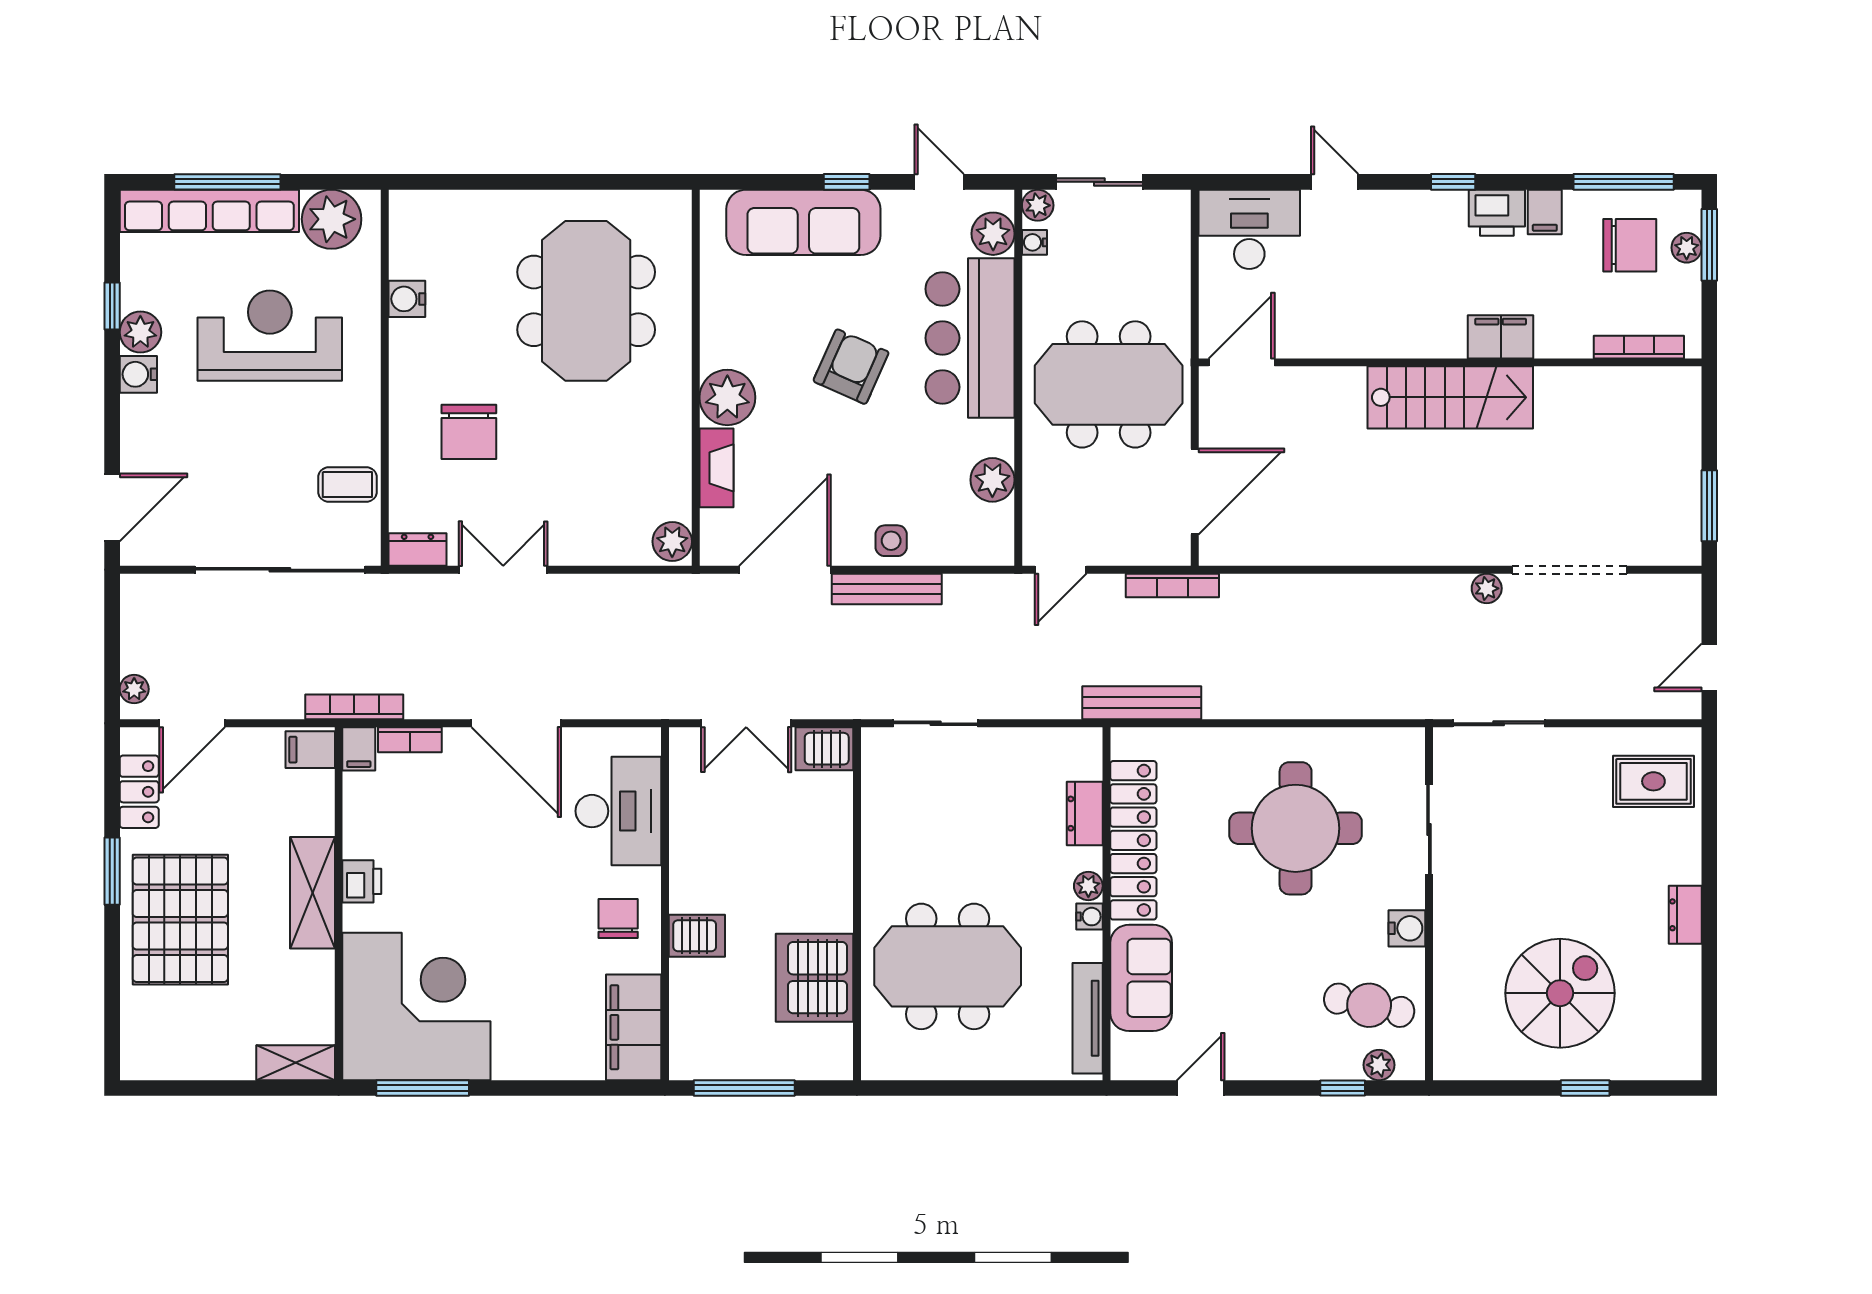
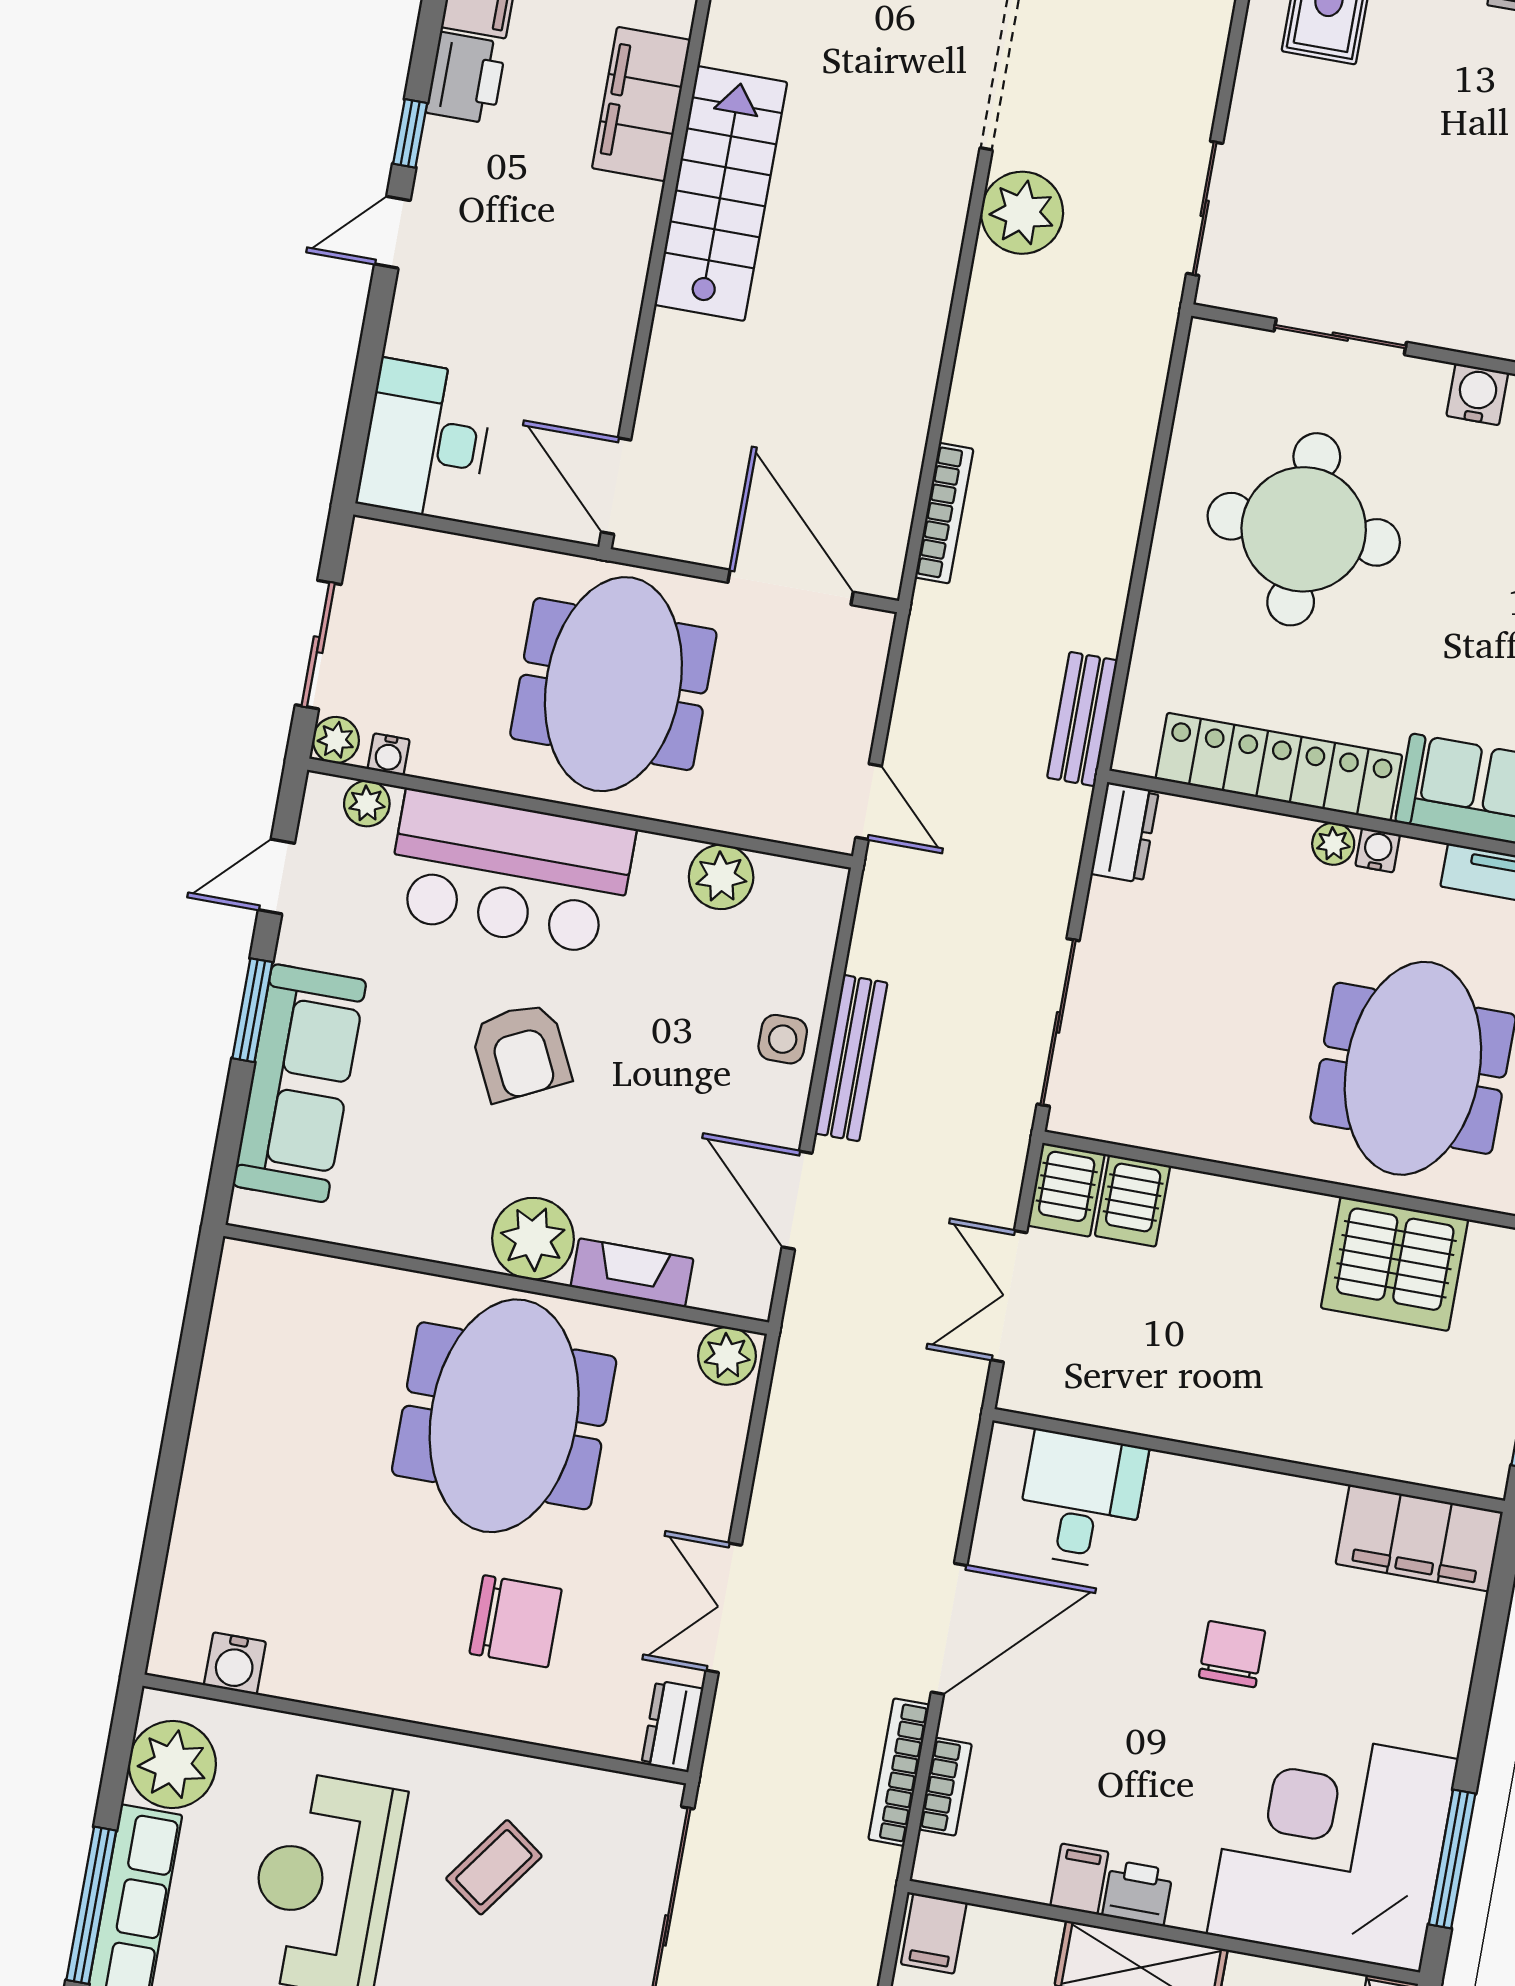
window: (847, 182) -> (252, 1010), width x1.50
door: (1335, 182) -> (392, 232), moved
plant: (993, 234) -> (367, 804), width x0.73, depth x0.73
water cooler: (407, 299) -> (235, 1663), moved
meeting table: (586, 301) -> (504, 1416), moved, turned 90
filing cabinet: (1501, 337) -> (641, 104), width x1.50, depth x1.17
armchair: (851, 367) -> (521, 1052), turned -140
coffee table: (347, 485) -> (494, 1867), moved, turned 36
door: (785, 570) -> (797, 1200), width x0.73
bookcase: (1172, 585) -> (944, 513), moved
plant: (1487, 588) -> (1022, 213), width x1.88, depth x1.88
bench: (1142, 703) -> (1082, 719), width x0.73
bookcase: (354, 707) -> (899, 1772), moved
double door: (746, 723) -> (1009, 1296), swing flipped
sliding door: (936, 723) -> (1058, 1022), width x1.37
filing cabinet: (359, 749) -> (1079, 1879), moved, turned -90
desk: (618, 811) -> (1081, 1500), width x0.73
dresser: (1085, 814) -> (1125, 833), moved, turned -90
chair: (618, 918) -> (1232, 1654), moved, turned 90
server rack: (697, 936) -> (1132, 1201), moved, turned 180

